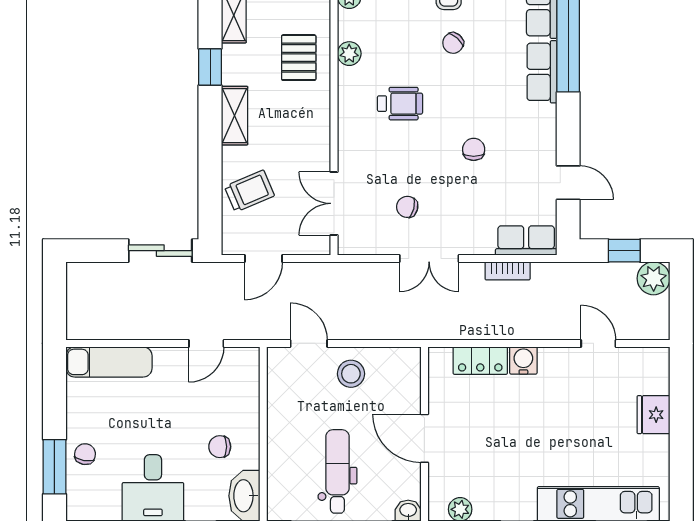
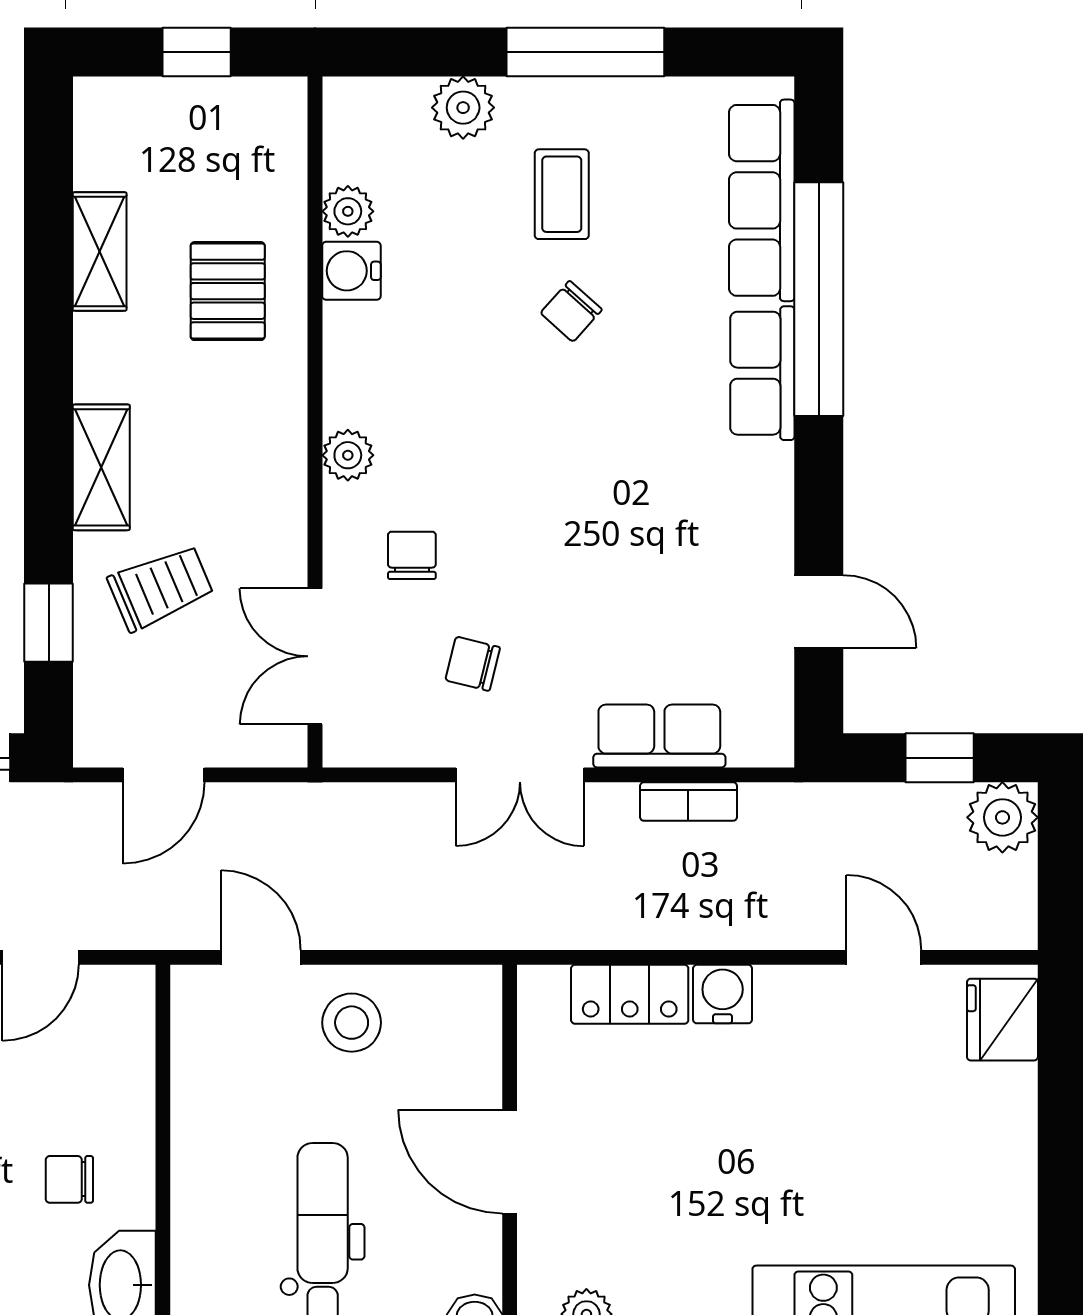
water cooler: (351, 24) -> (351, 271), added
plant: (349, 54) -> (348, 455), moved
pallet: (299, 58) -> (228, 291), moved
window: (210, 67) -> (49, 623), moved
wheelchair: (400, 104) -> (457, 442), removed
chair: (474, 149) -> (412, 555), moved
trolley: (249, 191) -> (161, 588), moved
row of seats: (526, 240) -> (659, 736), moved
fridge: (654, 415) -> (1002, 1020), moved

